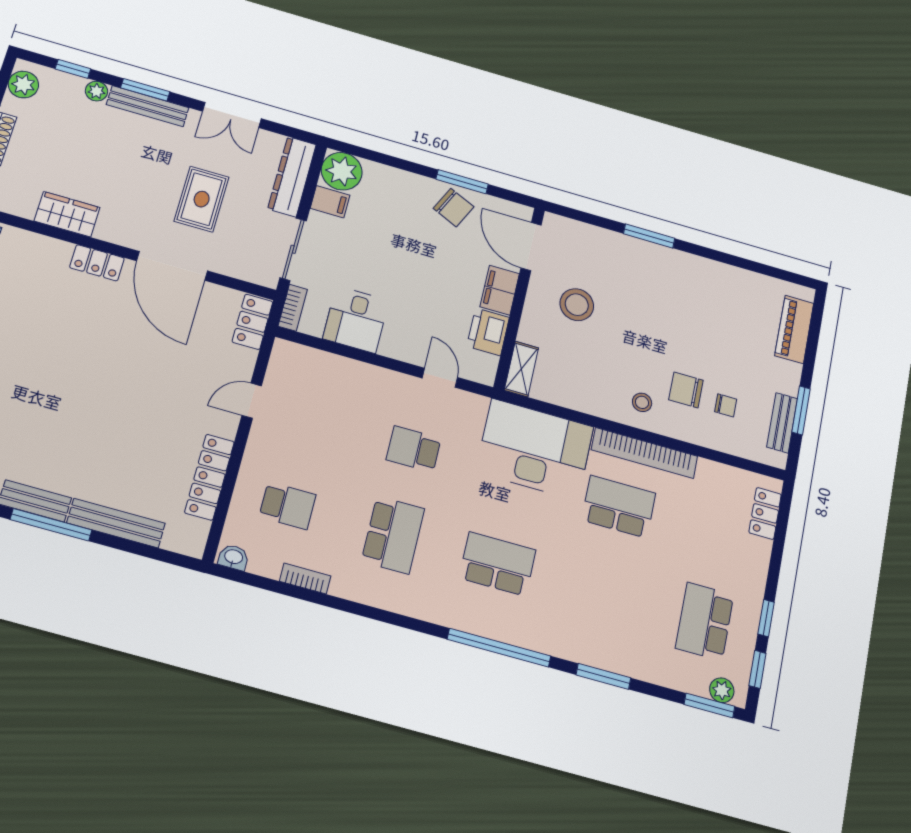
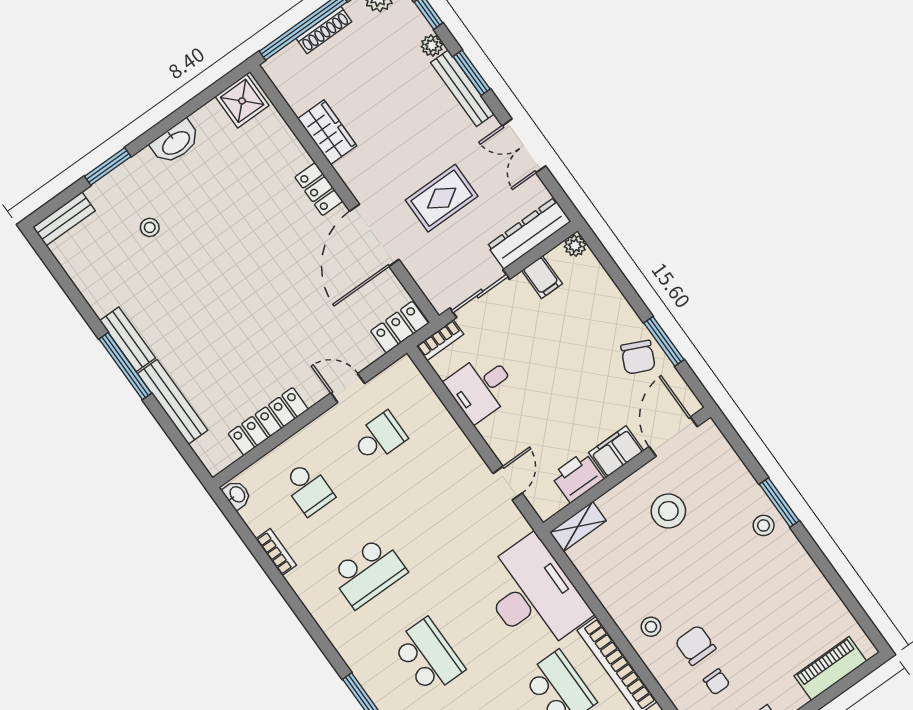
plant: (342, 171) -> (575, 246), width x0.53, depth x0.53
stool: (653, 262) -> (764, 525), added
school desk: (414, 449) -> (379, 437), moved, turned 90

